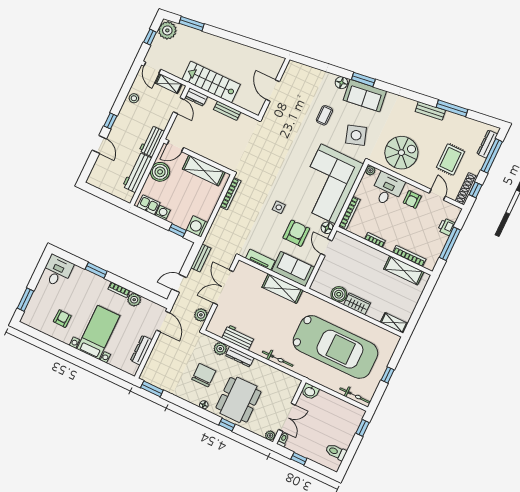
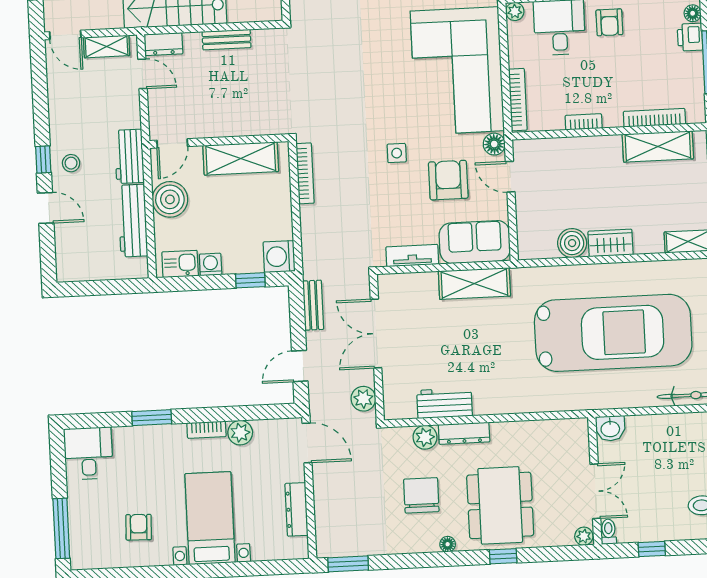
stool: (134, 98) -> (71, 163), moved
floor lamp: (454, 216) -> (693, 13), added
window: (25, 300) -> (61, 528), width x1.44
bicycle: (278, 359) -> (528, 403), removed

